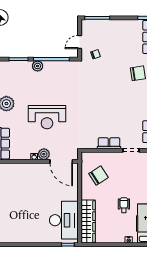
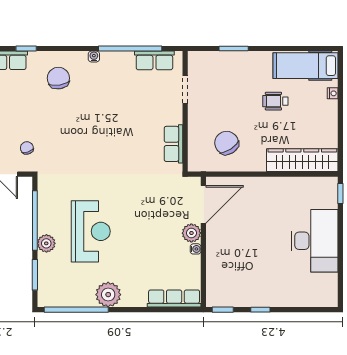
reception desk: (47, 117) -> (91, 231), moved
row of seats: (109, 143) -> (173, 144), moved
desk: (64, 220) -> (315, 241), moved, turned 90

